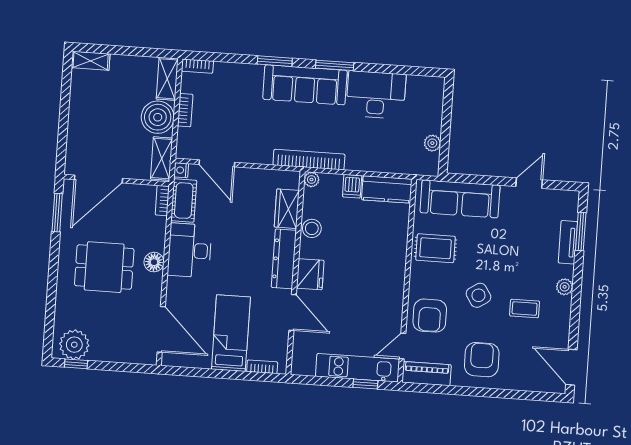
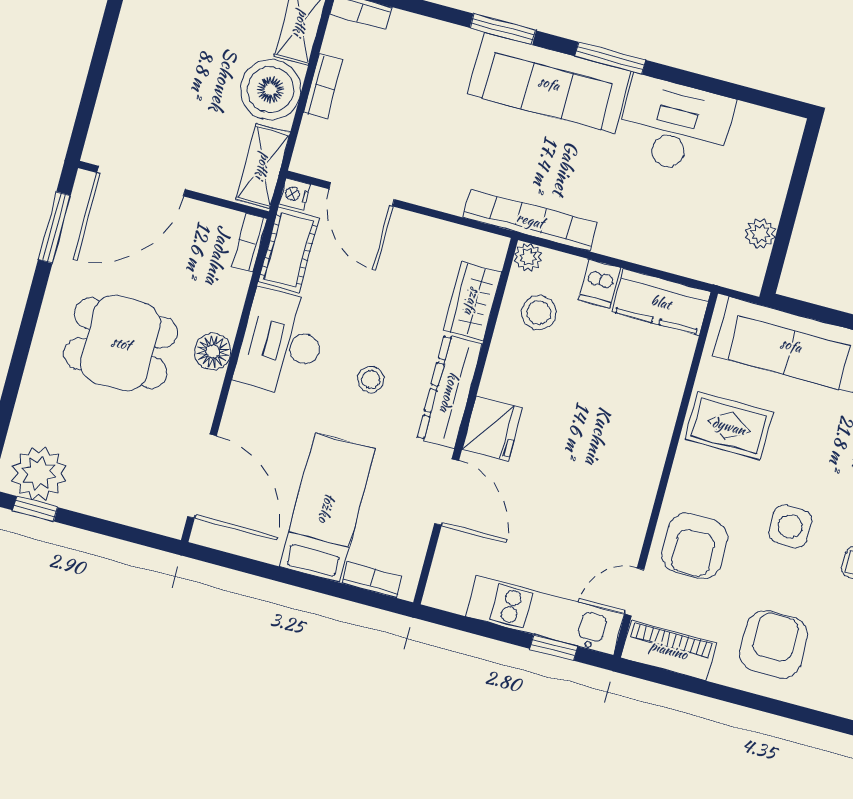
stool: (312, 228) -> (539, 313), moved
stool: (241, 261) -> (371, 379), added
side table: (478, 295) -> (790, 526), turned 33

